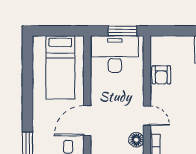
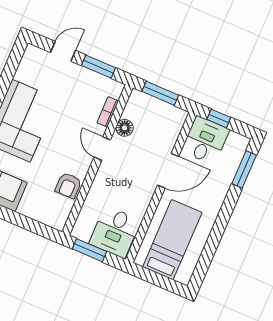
desk: (115, 54) -> (115, 232), width x0.73
armchair: (161, 75) -> (68, 185), turned 180

